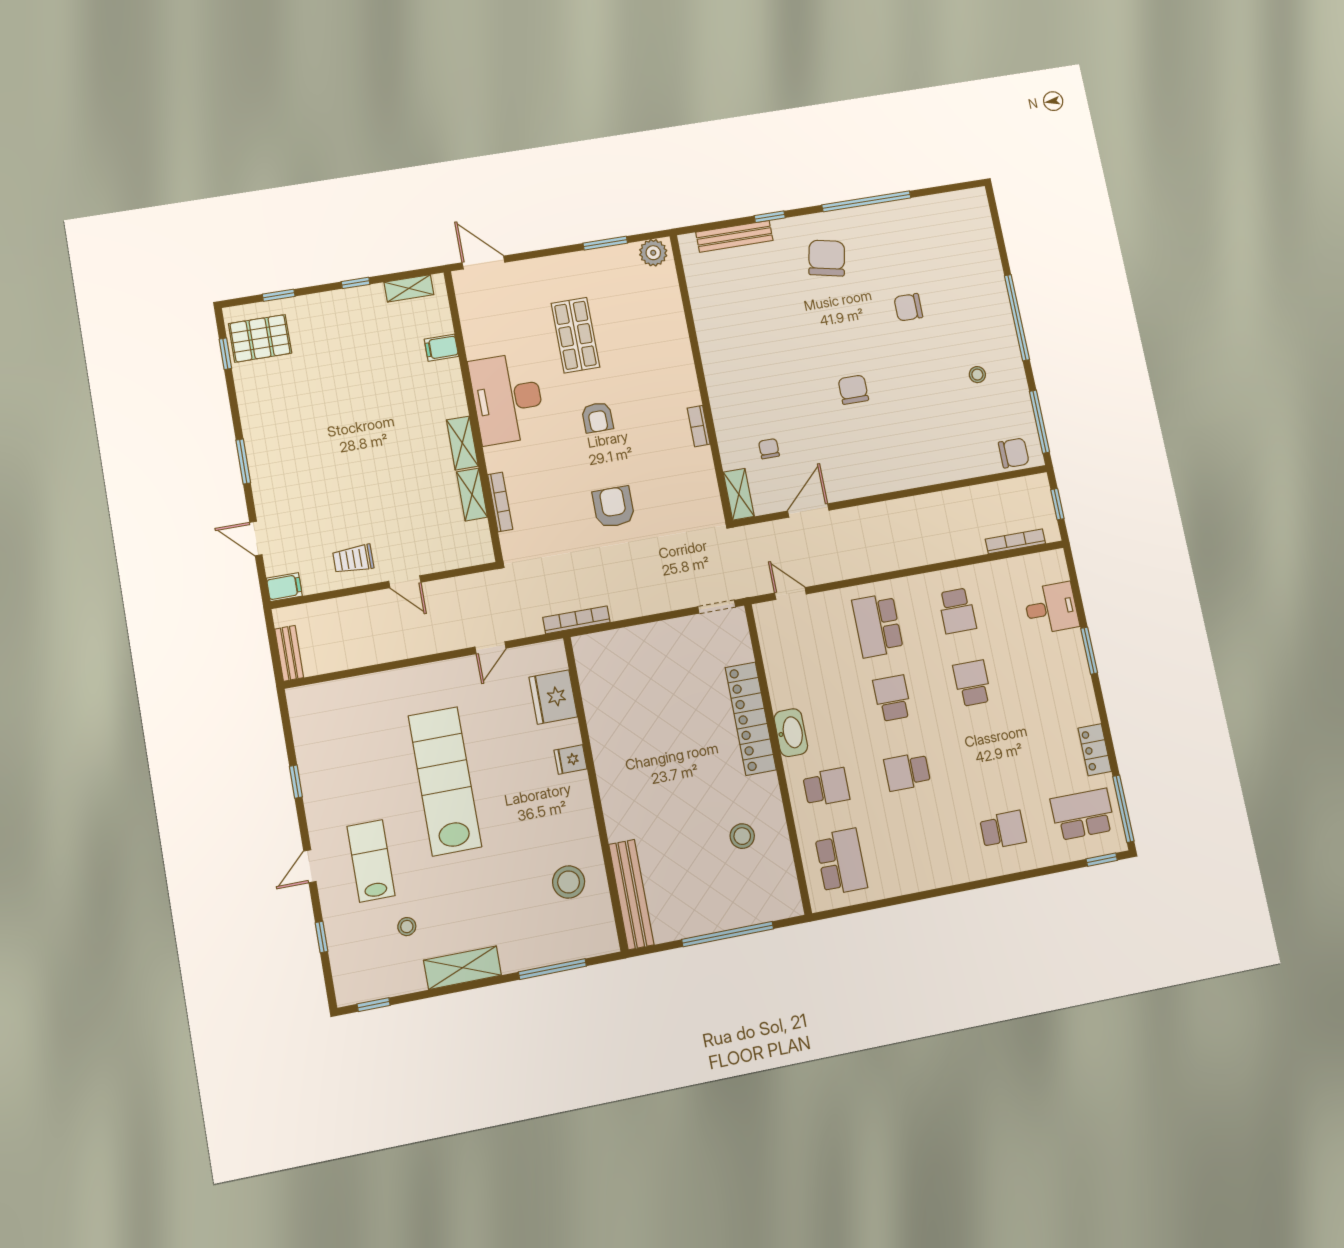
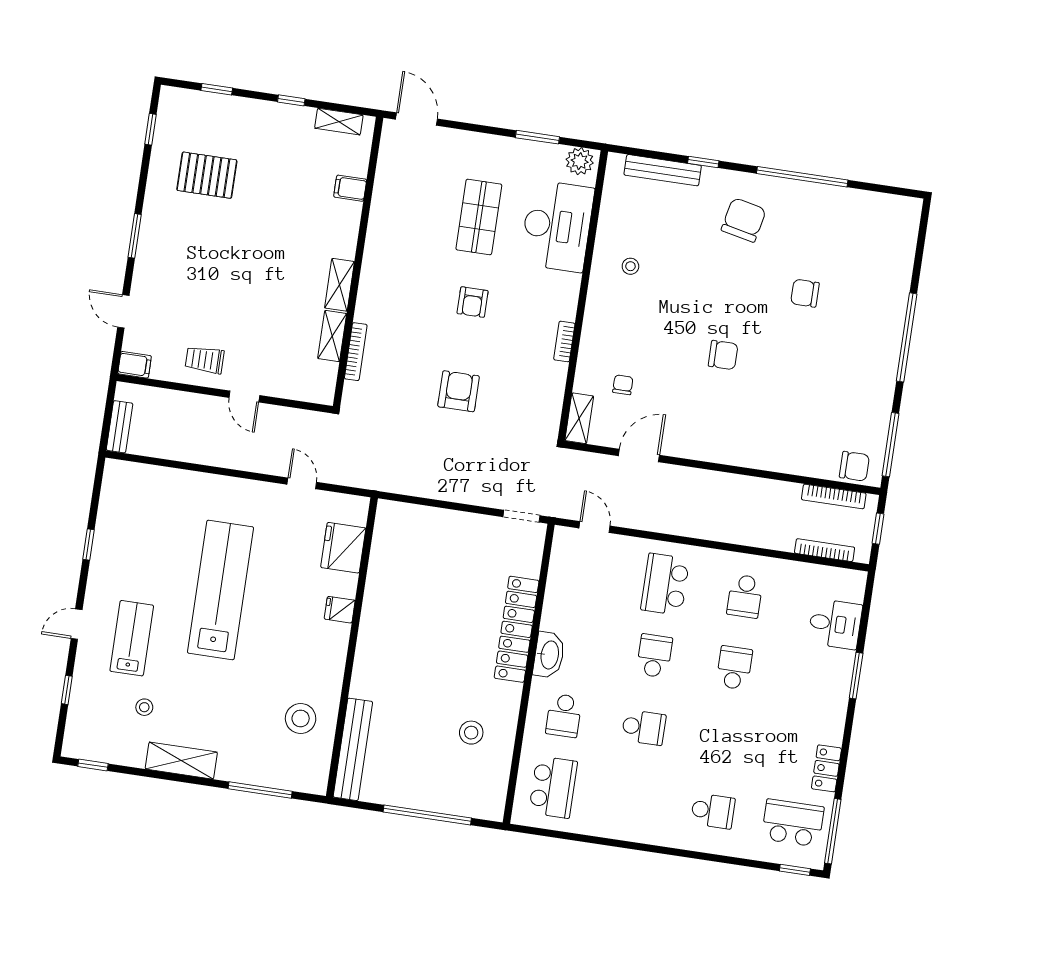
pallet: (260, 338) -> (207, 175), moved
stool: (977, 375) -> (630, 266), moved
chair: (853, 390) -> (723, 355), turned 90
desk: (507, 398) -> (557, 226), moved, turned 180
bookcase: (576, 620) -> (834, 496), moved, turned 180
door: (491, 648) -> (302, 483), swing flipped
school desk: (907, 772) -> (644, 727), turned 180
school desk: (826, 787) -> (564, 715), turned 90

